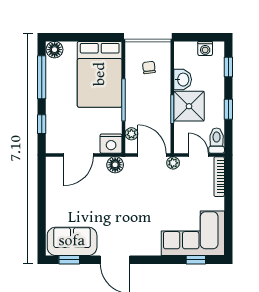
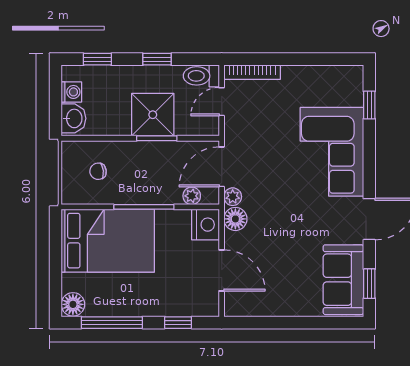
washbasin: (183, 80) -> (74, 118), moved, turned 90
plant: (173, 163) -> (233, 197), moved
corner sofa: (193, 233) -> (332, 152), moved

